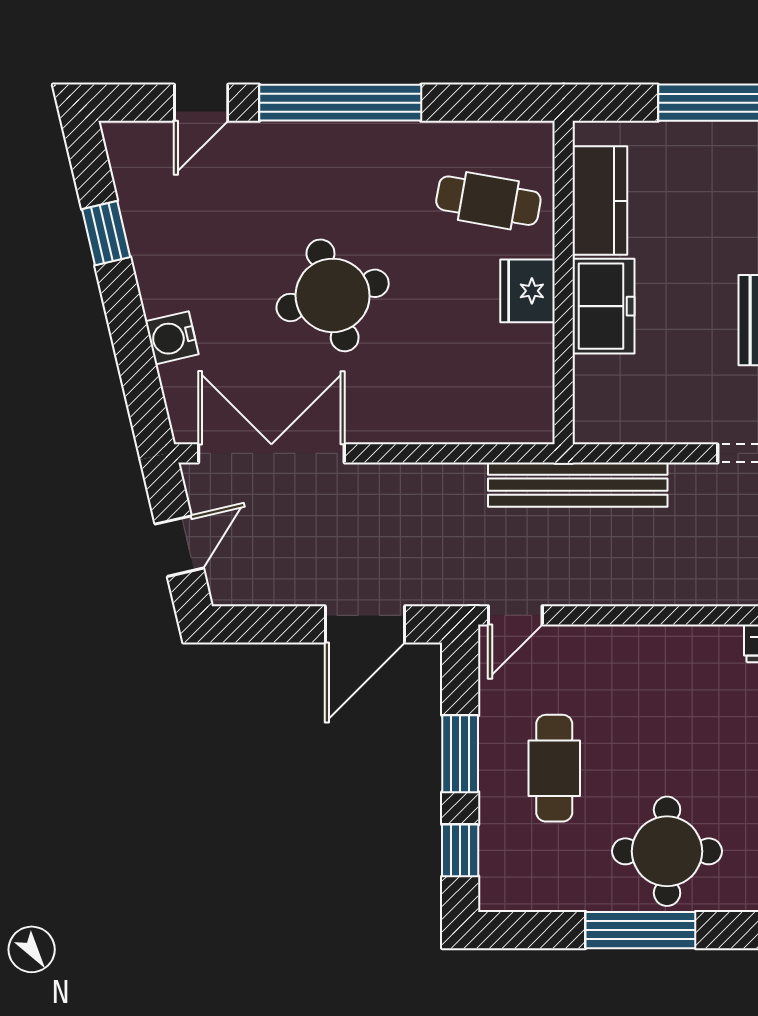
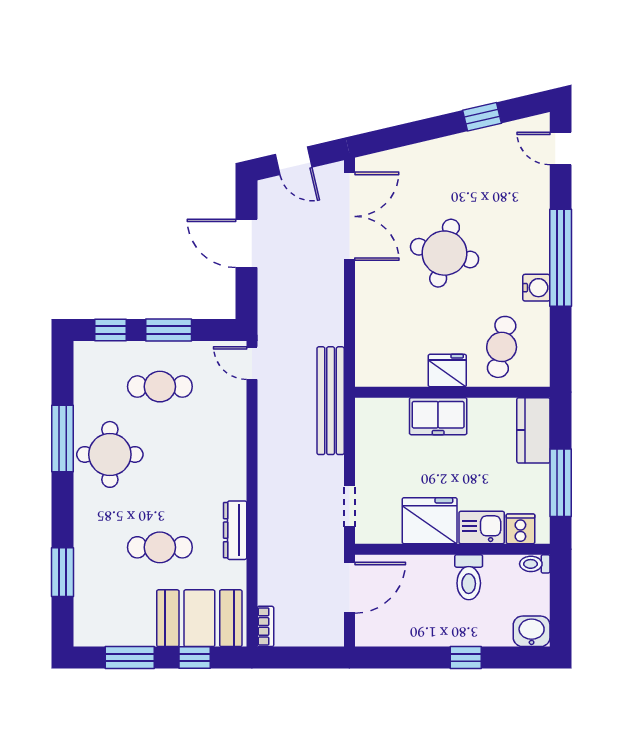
door: (201, 103) -> (561, 149), moved
kitchen counter: (600, 201) -> (533, 430), moved, turned 90
round table: (333, 295) -> (445, 253), turned 30
water cooler: (172, 338) -> (536, 288), moved, turned 103
door: (365, 624) -> (247, 243), moved

